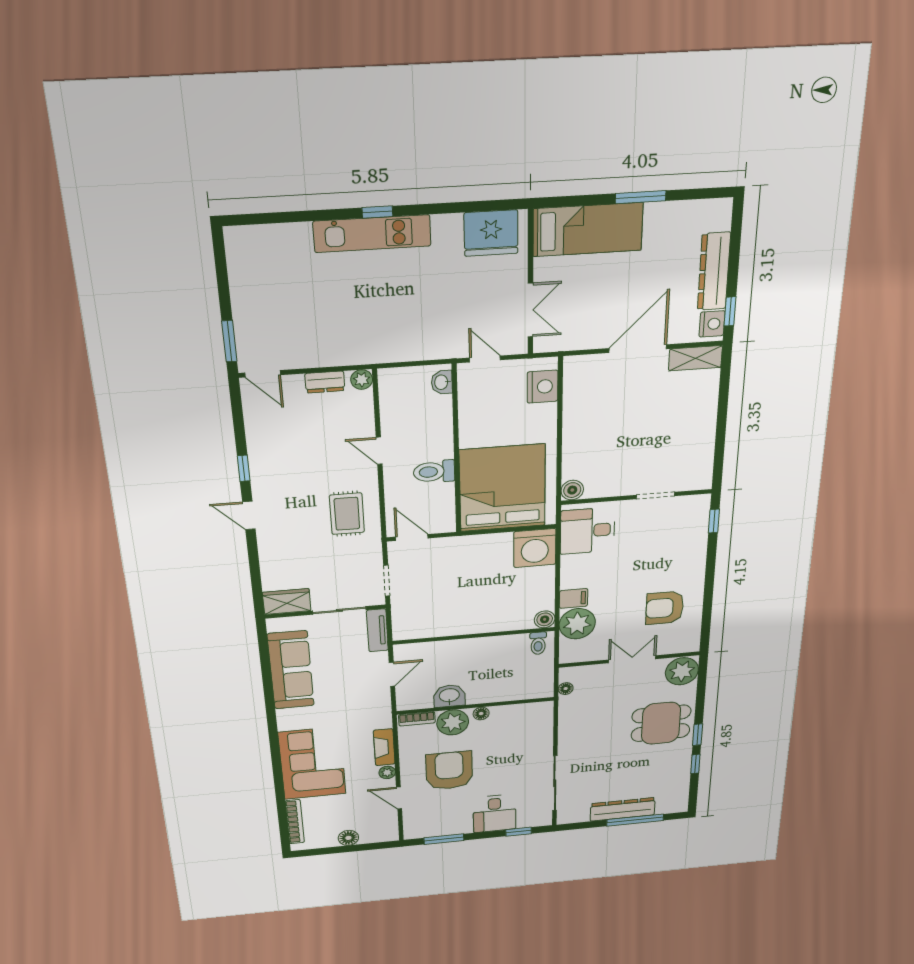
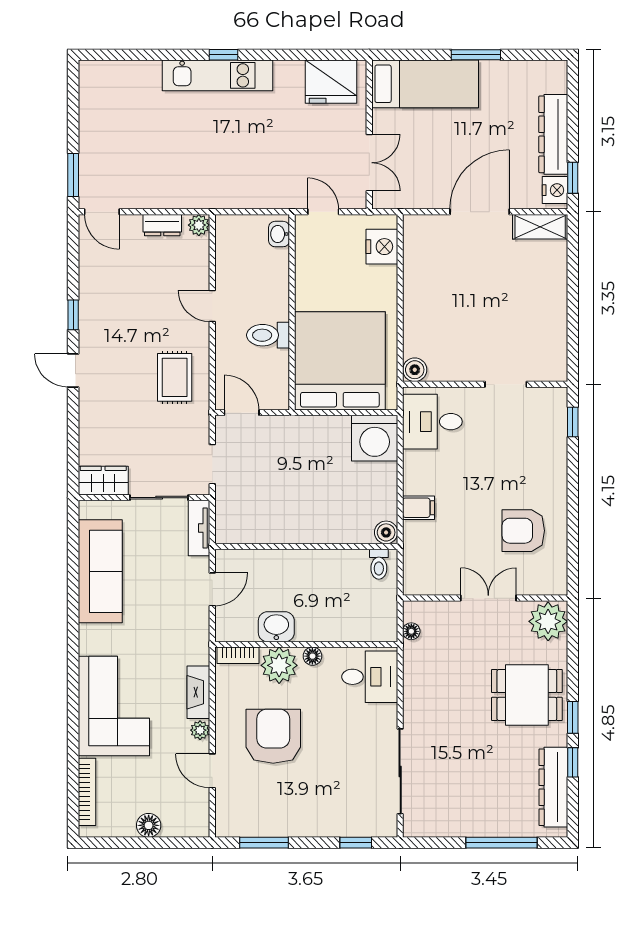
plant: (577, 624) -> (423, 542), removed
dresser: (623, 809) -> (553, 787), moved, turned -90
desk: (495, 813) -> (370, 677), moved, turned -90

